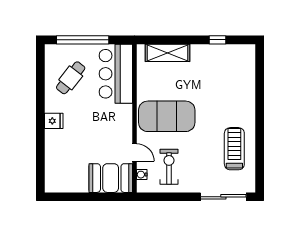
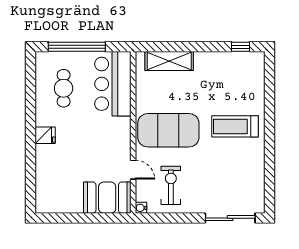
window: (218, 40) -> (241, 47), moved
cafe table: (71, 78) -> (64, 88), turned -38
treadmill: (234, 149) -> (235, 126), moved, turned -90
water cooler: (142, 175) -> (141, 208), moved

